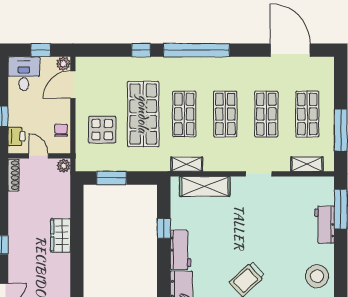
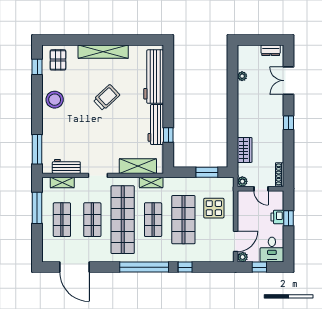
shop shelf: (225, 114) -> (123, 220), width x2.00, depth x1.36
chair: (61, 130) -> (244, 208), removed
printer: (17, 136) -> (277, 217), moved
workbench: (325, 225) -> (66, 166), moved, turned -90
wardrobe: (61, 235) -> (245, 150), moved
workbench: (181, 250) -> (156, 124), width x1.38

